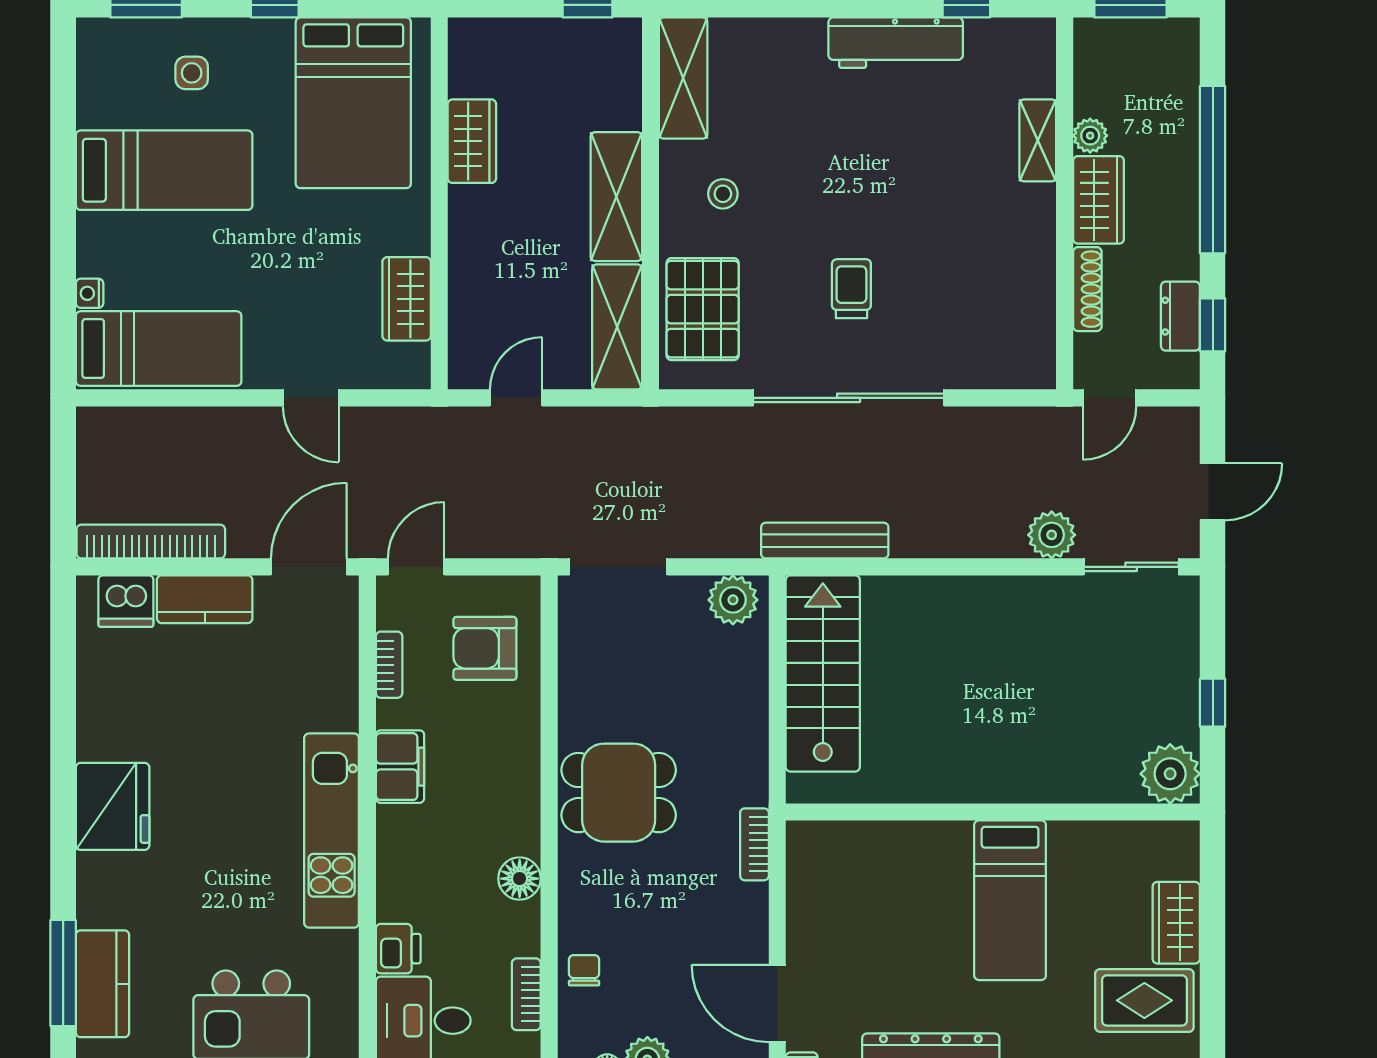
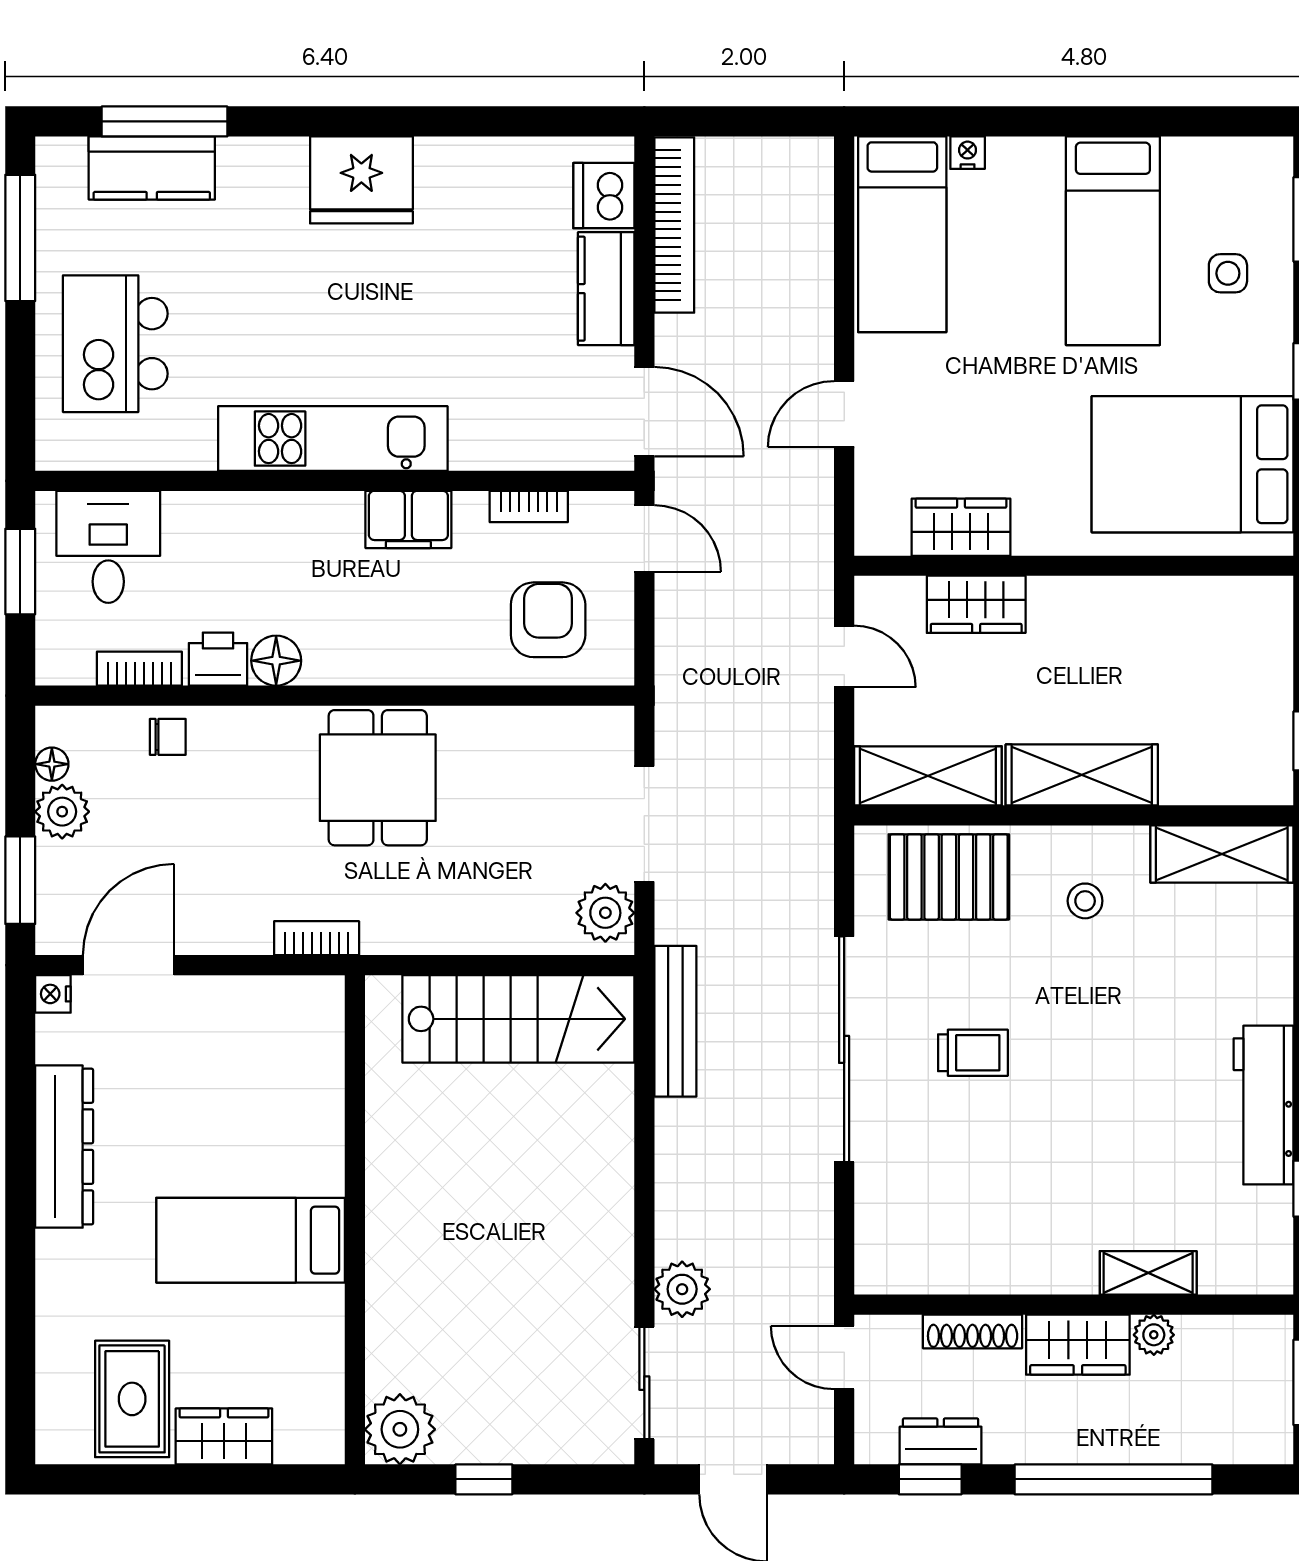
wardrobe: (472, 141) -> (976, 604), moved
doorway: (618, 567) -> (644, 824), moved
printer: (398, 949) -> (218, 659), moved, turned 180

